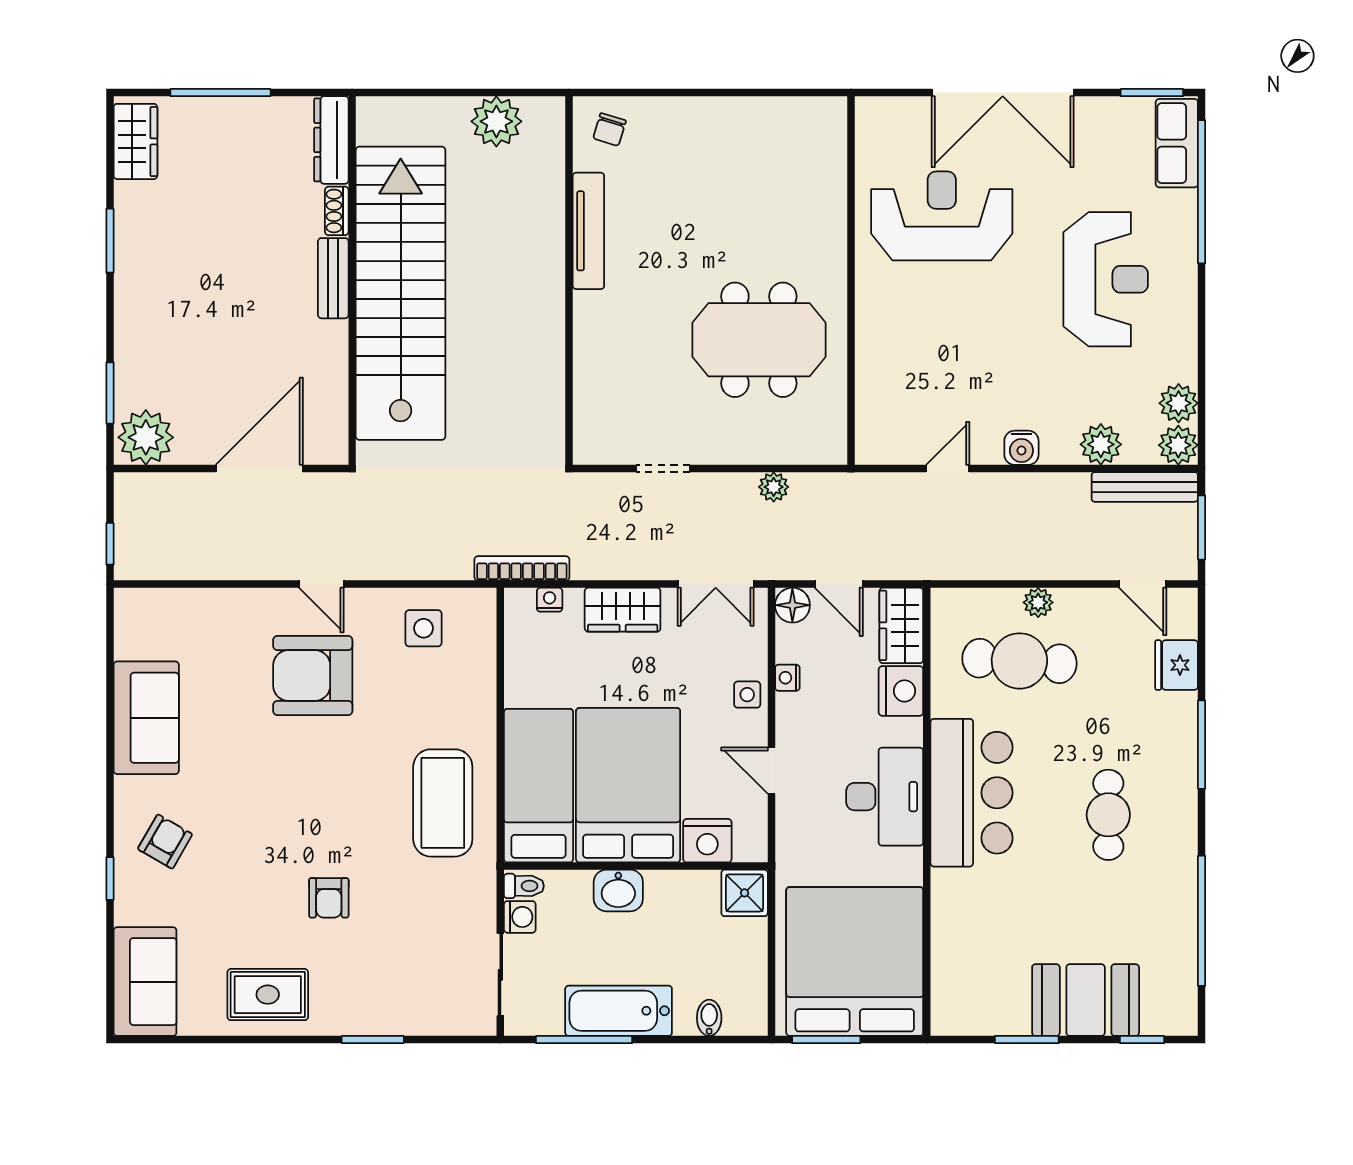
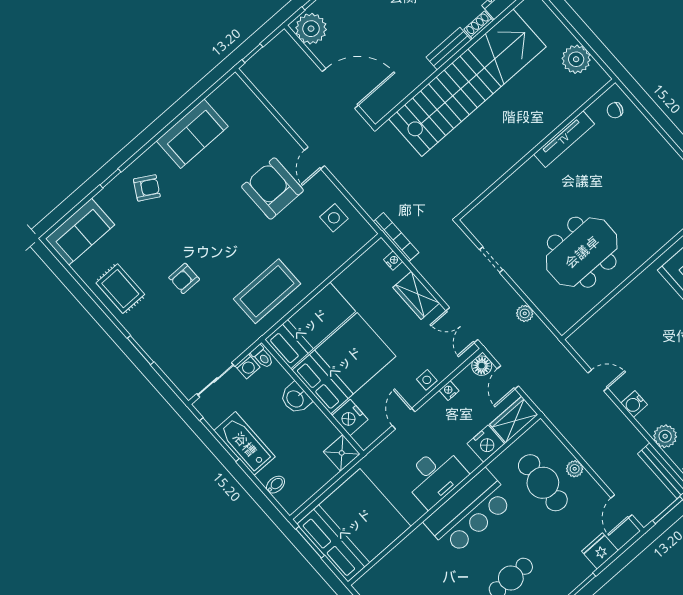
meeting table: (759, 340) -> (582, 252), turned 90

